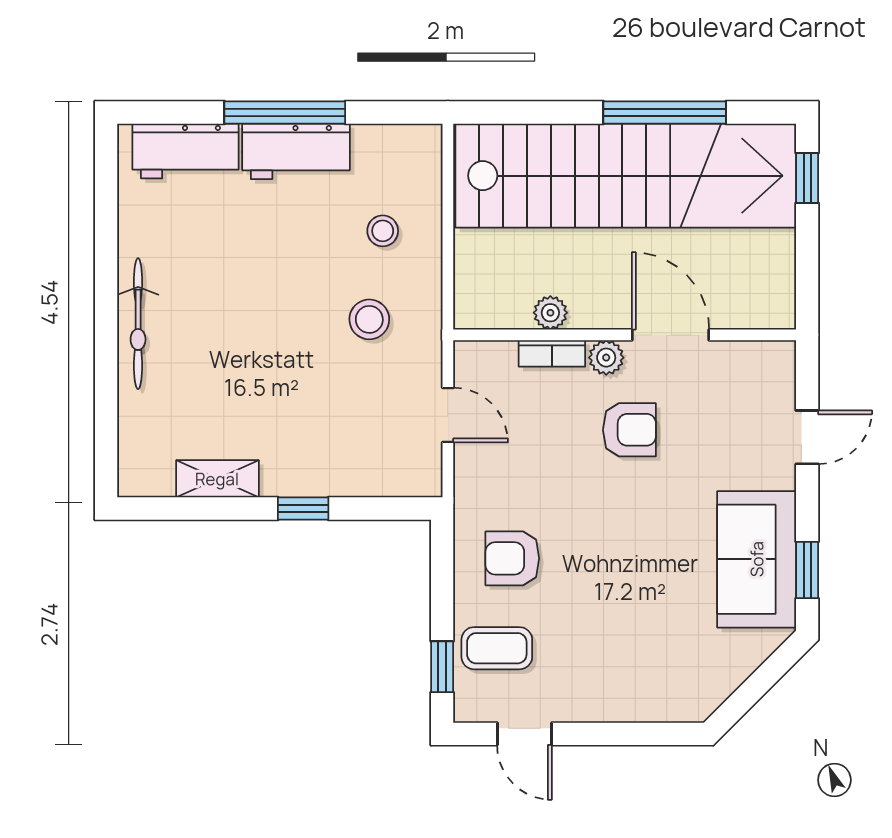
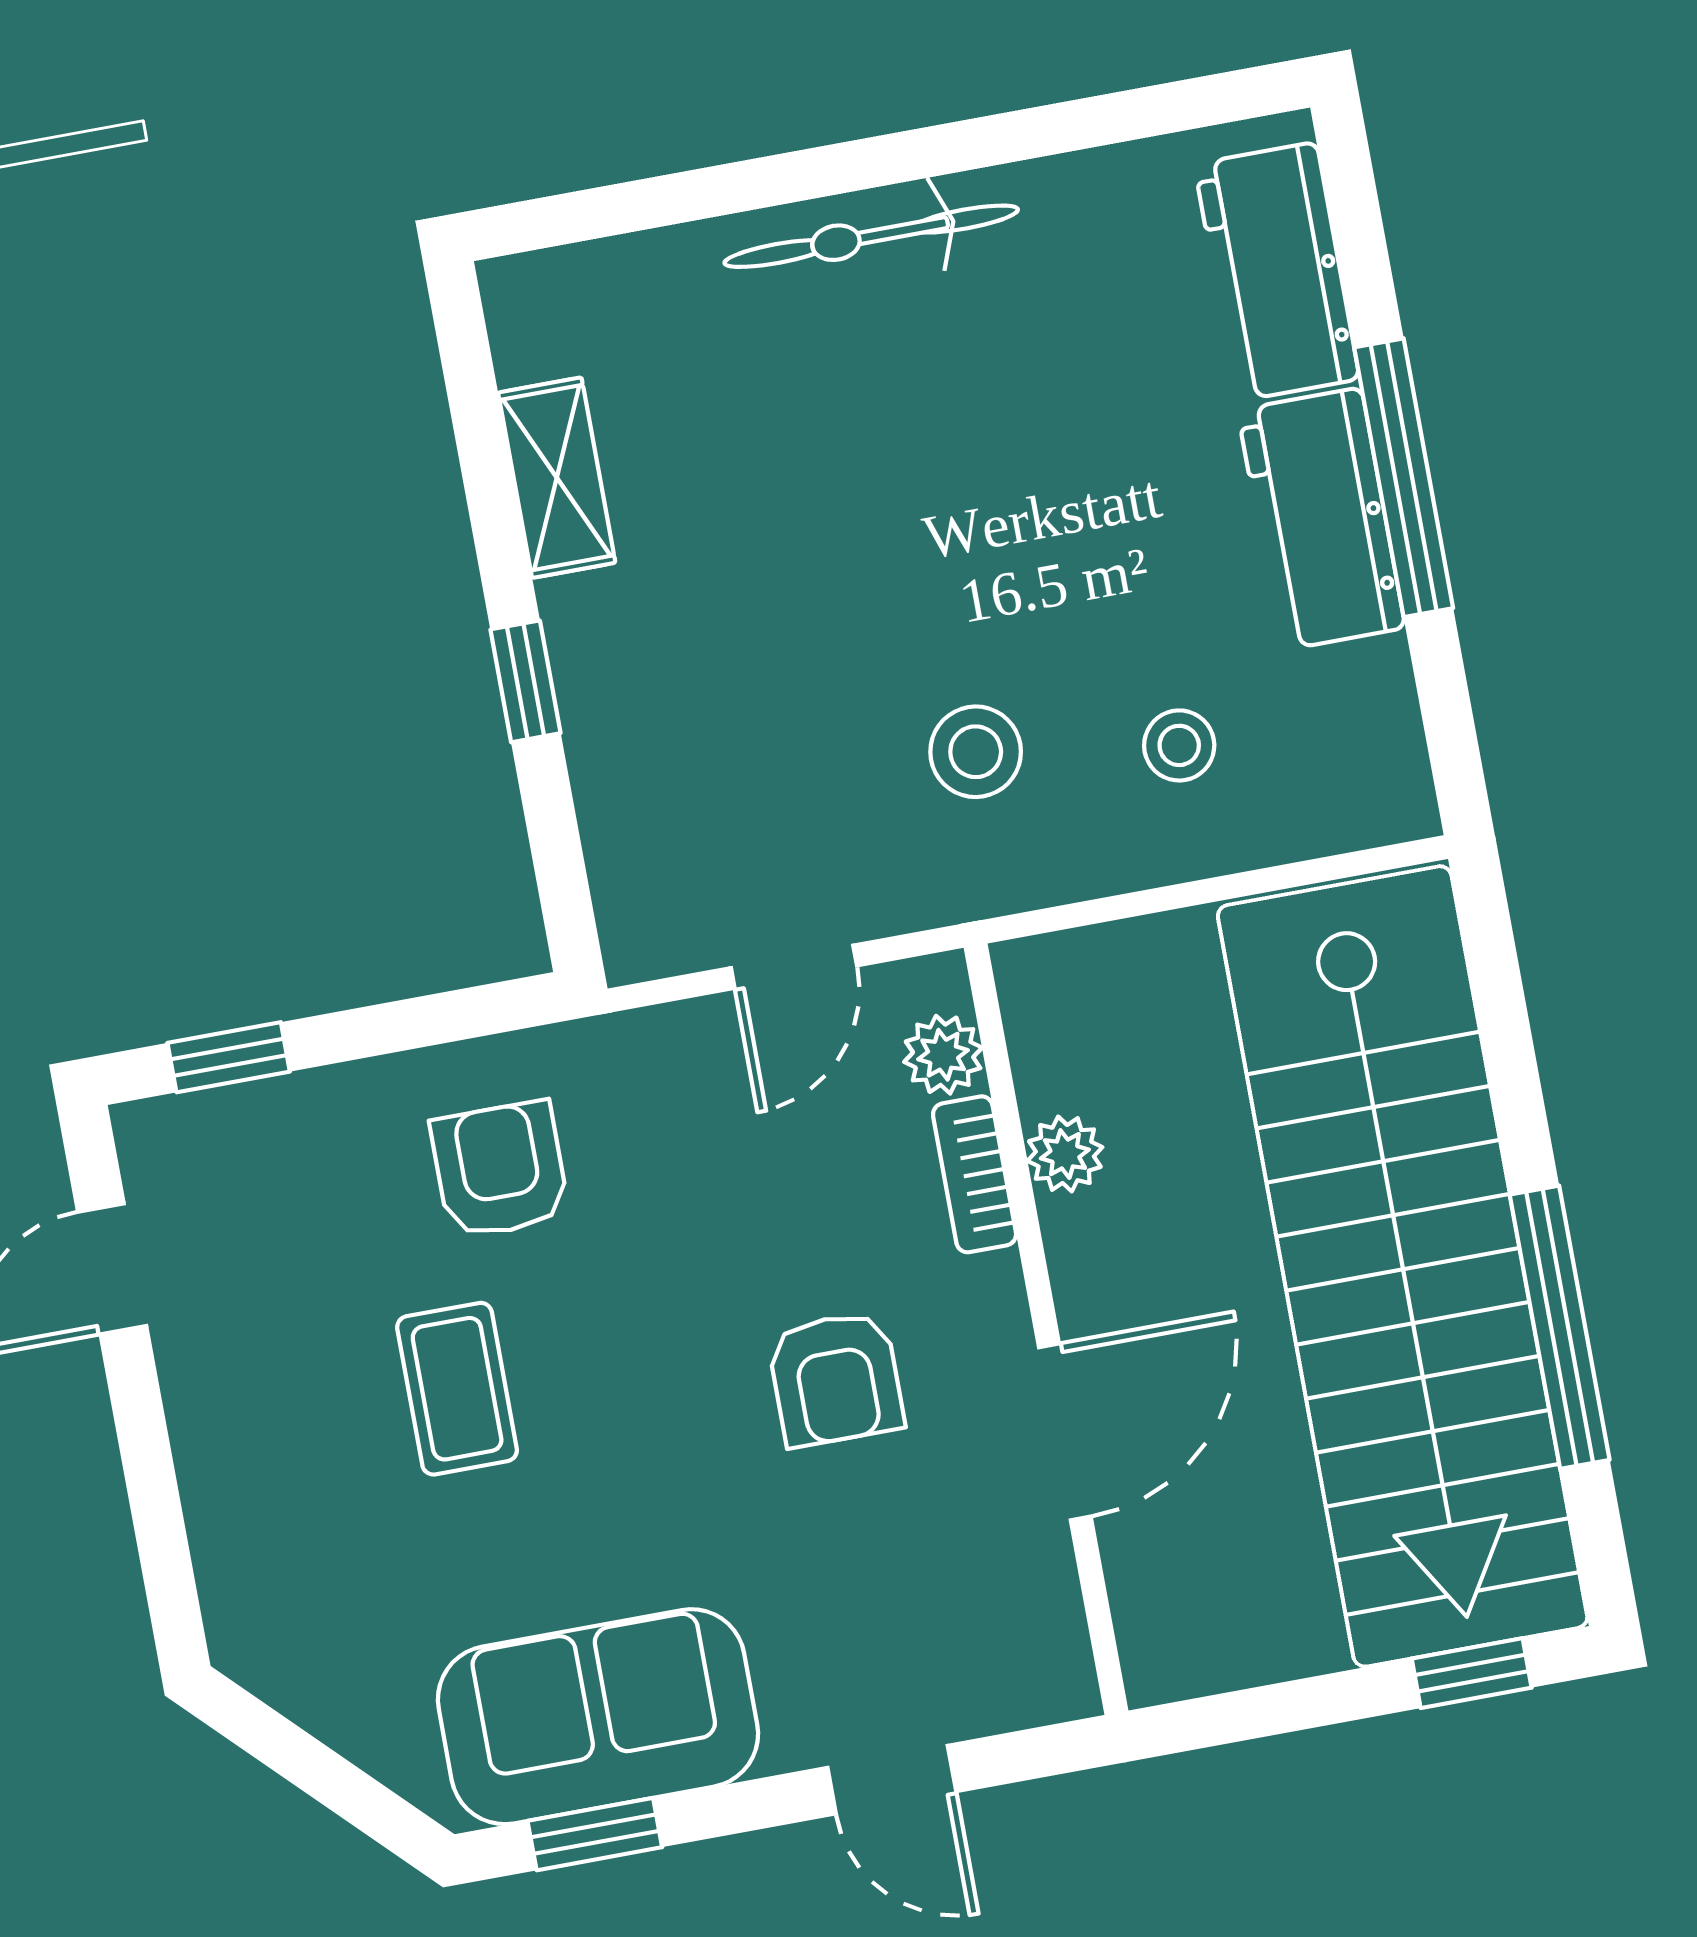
plant: (606, 358) -> (943, 1055), moved
coffee table: (497, 648) -> (457, 1389), moved

